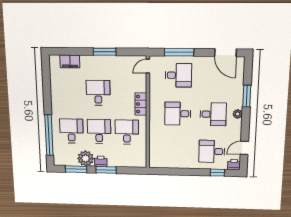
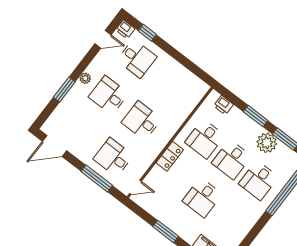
door: (225, 53) -> (54, 146), swing flipped
desk: (178, 114) -> (142, 121), turned 180
printer: (101, 161) -> (223, 105), moved

